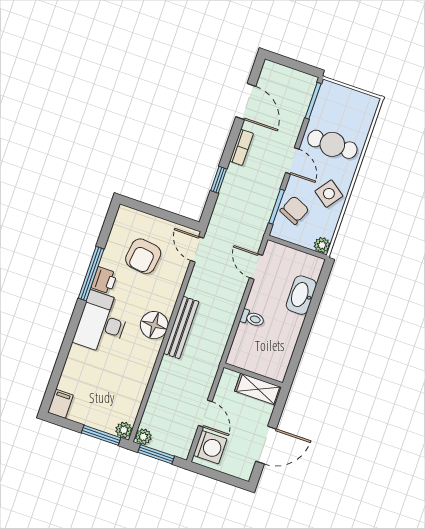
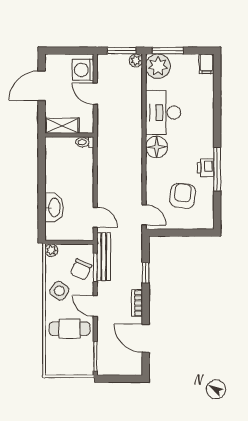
toilet: (252, 318) -> (85, 142), moved
desk: (102, 323) -> (163, 113), moved, turned 180
bench: (181, 327) -> (104, 257), moved
plant: (124, 430) -> (158, 66), width x1.87, depth x1.87

